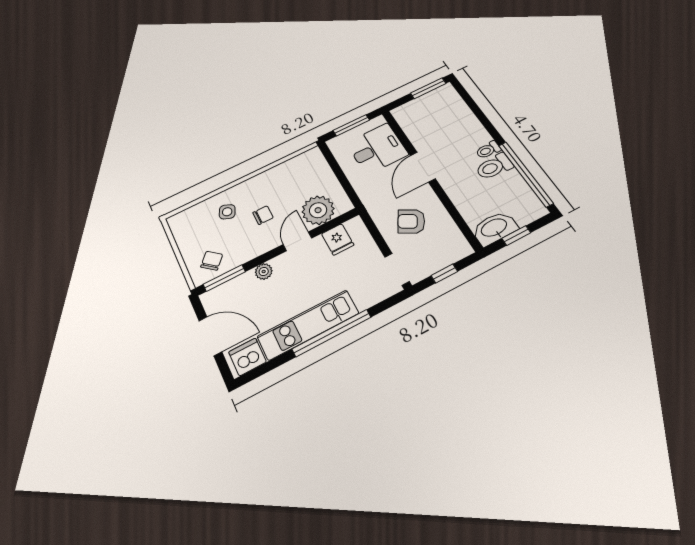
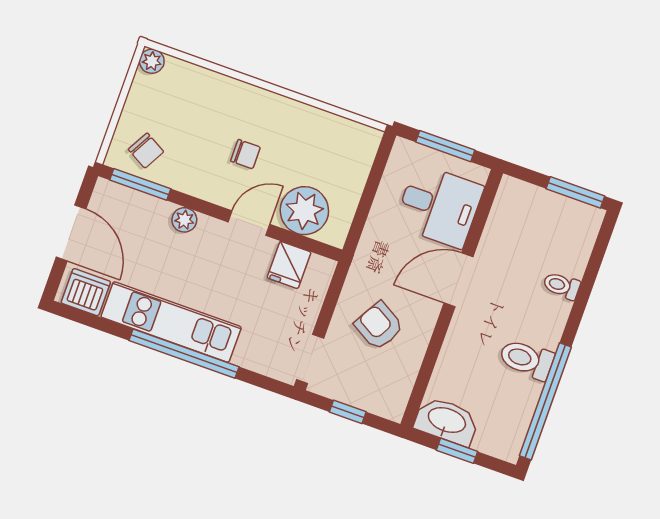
toilet: (488, 150) -> (561, 286), moved
side table: (227, 212) -> (214, 109), removed
plant: (175, 222) -> (152, 61), added
chair: (212, 261) -> (146, 151), turned 78

